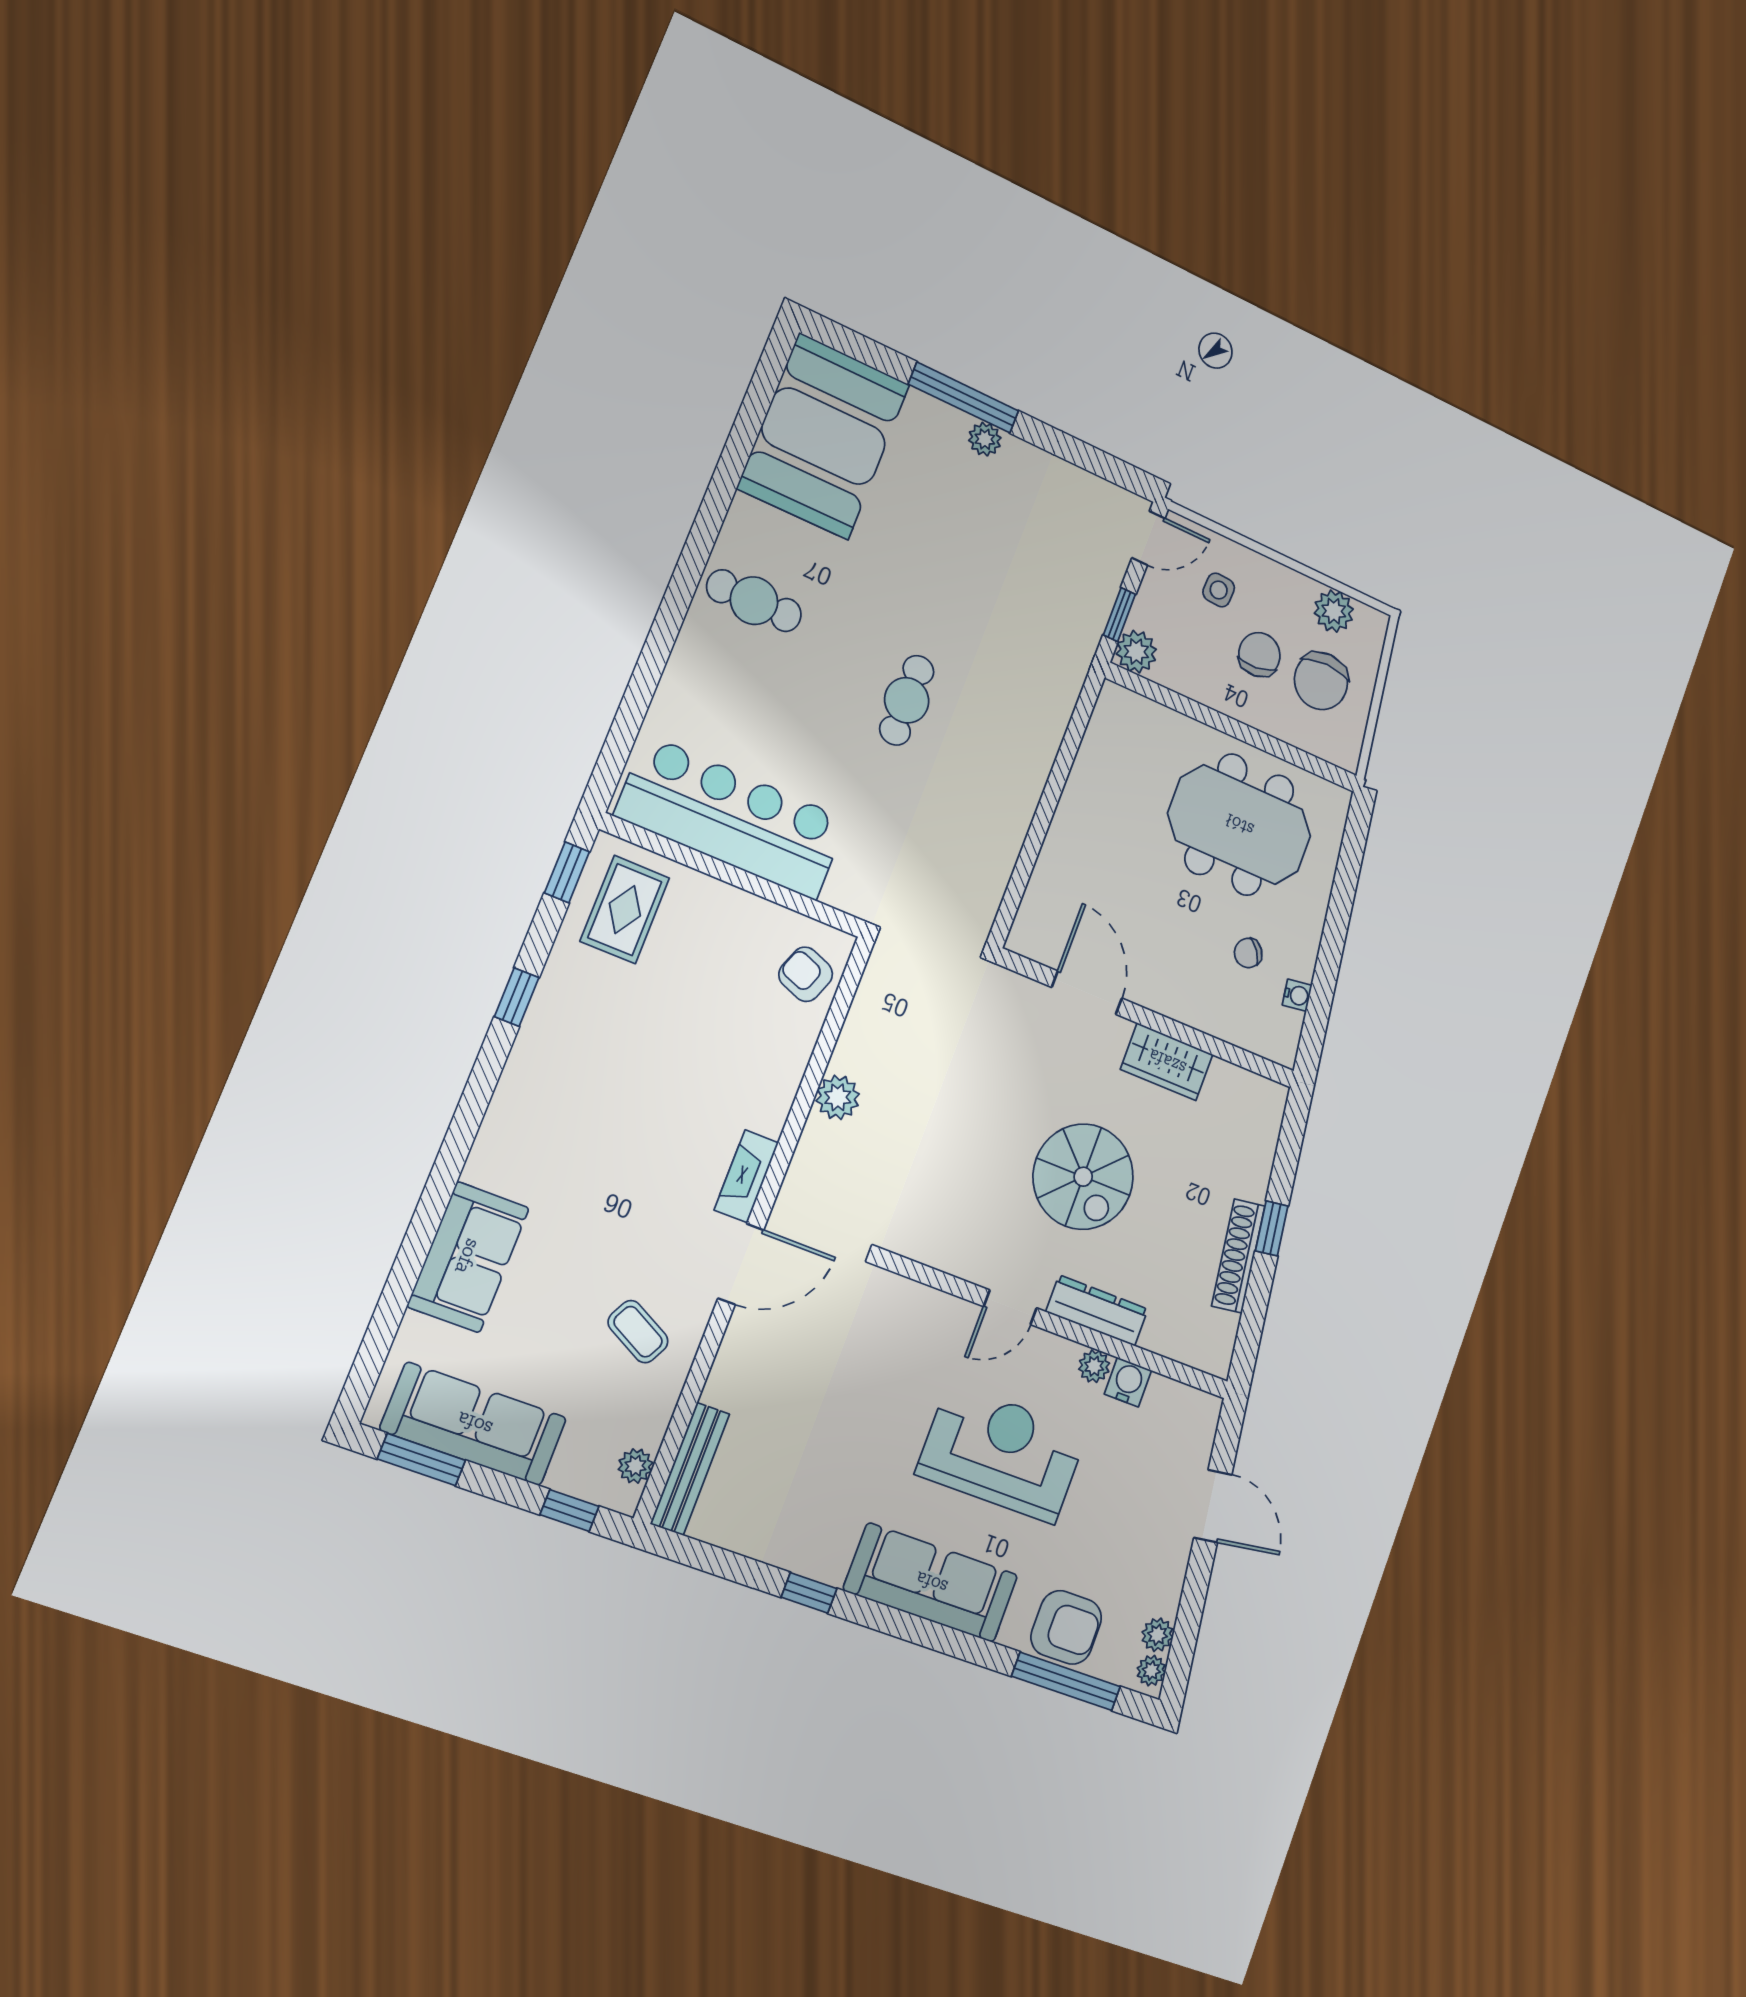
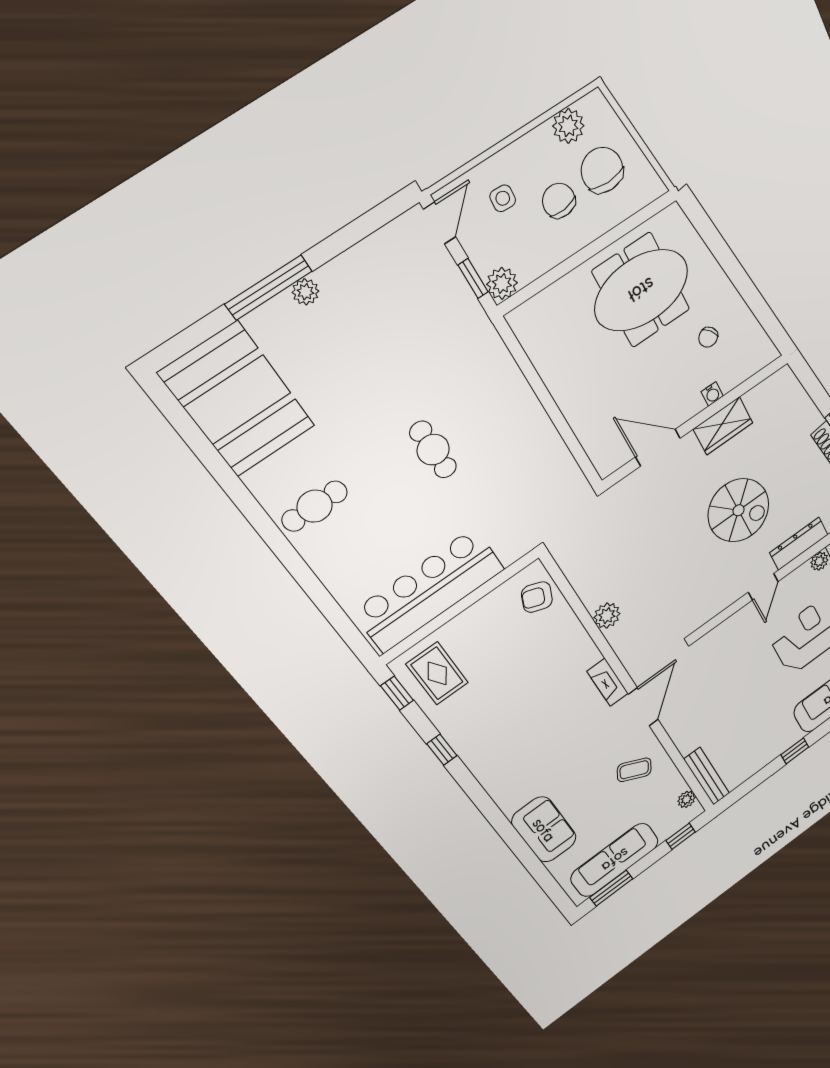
chair: (1321, 681) -> (602, 170), turned 180
water cooler: (1297, 995) -> (712, 394), moved, turned 98

